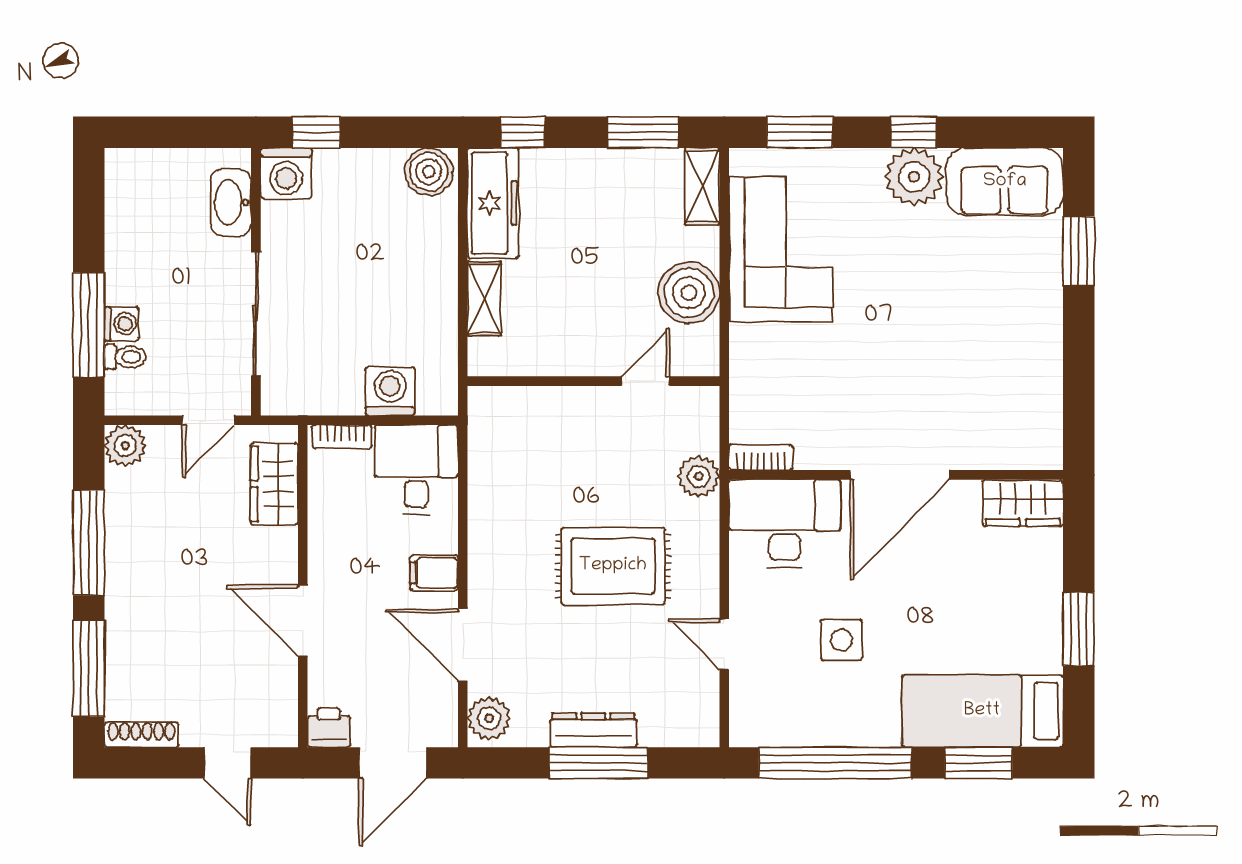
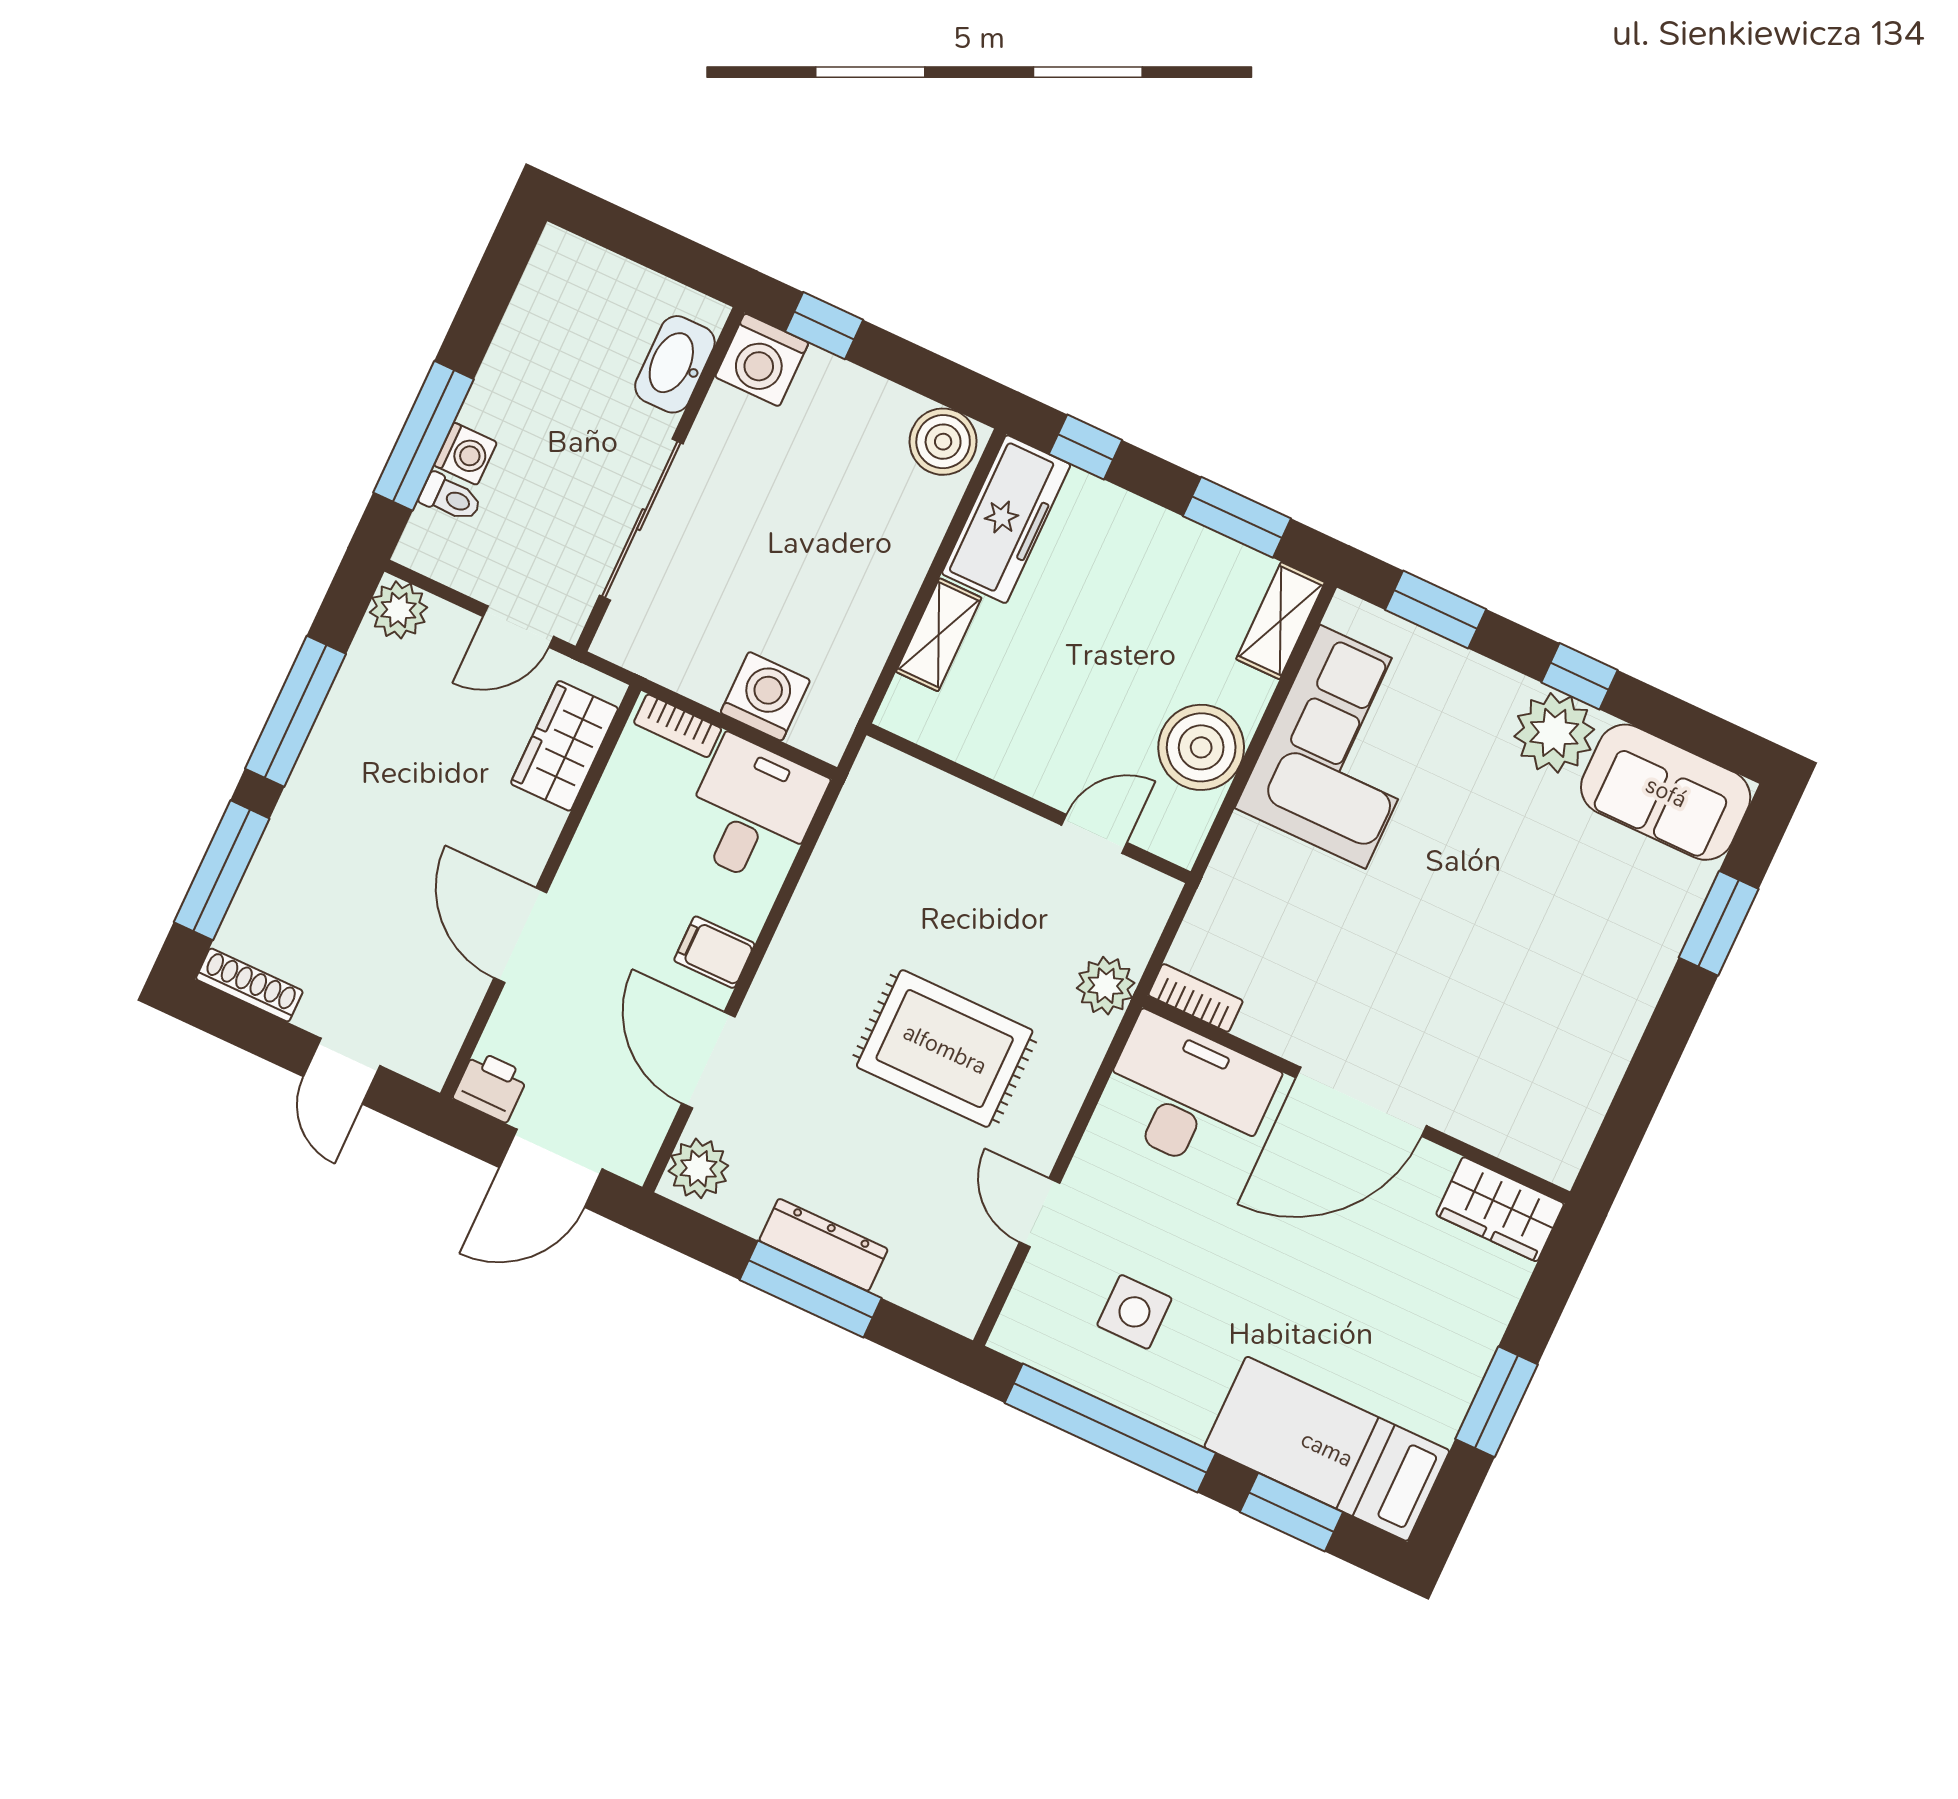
side table: (841, 640) -> (1134, 1312), moved

